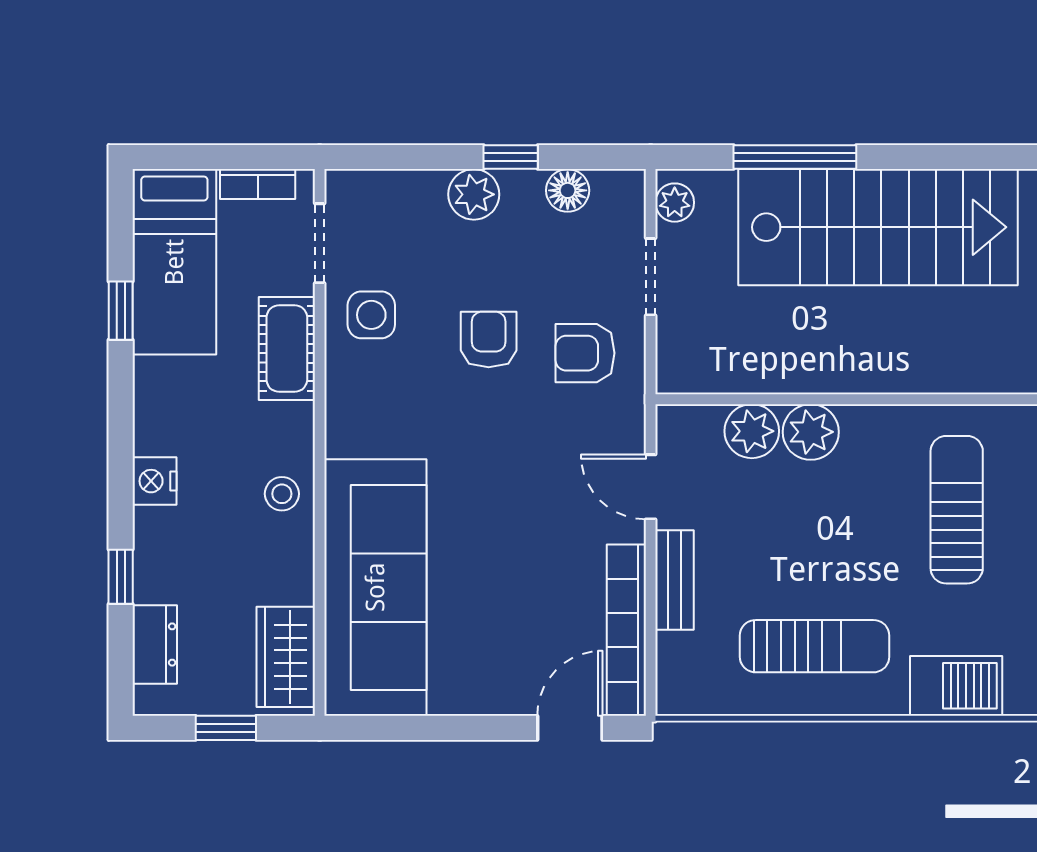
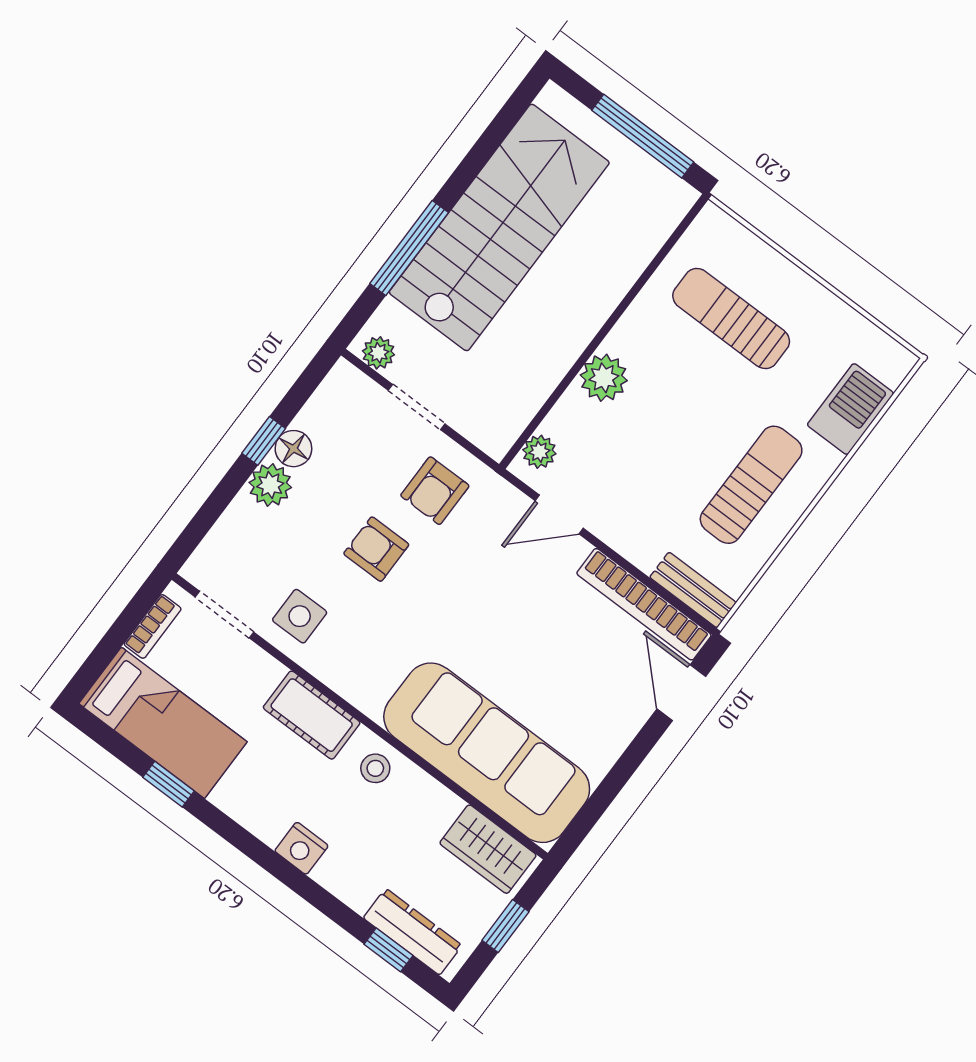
floor lamp: (568, 190) -> (293, 449), moved
cot: (287, 349) -> (312, 715), moved
plant: (752, 431) -> (539, 452), moved, width x0.73, depth x0.73
window: (121, 577) -> (388, 950), moved
bench: (674, 580) -> (693, 590), moved
dresser: (155, 645) -> (413, 932), width x1.44

